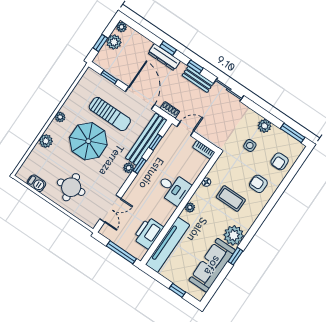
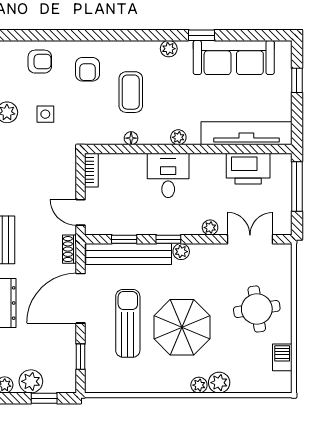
plant: (60, 117) -> (199, 385), moved
plant: (131, 192) -> (210, 228), added
plant: (234, 235) -> (169, 49), width x0.53, depth x0.53

